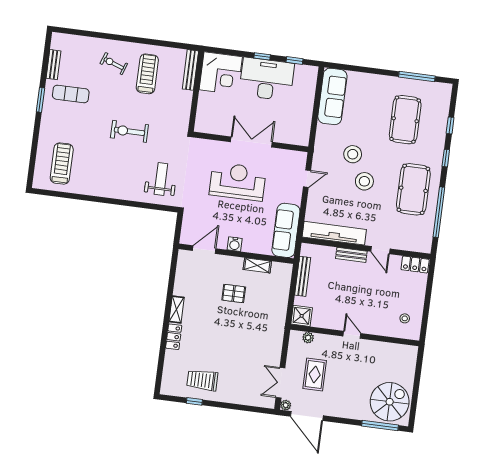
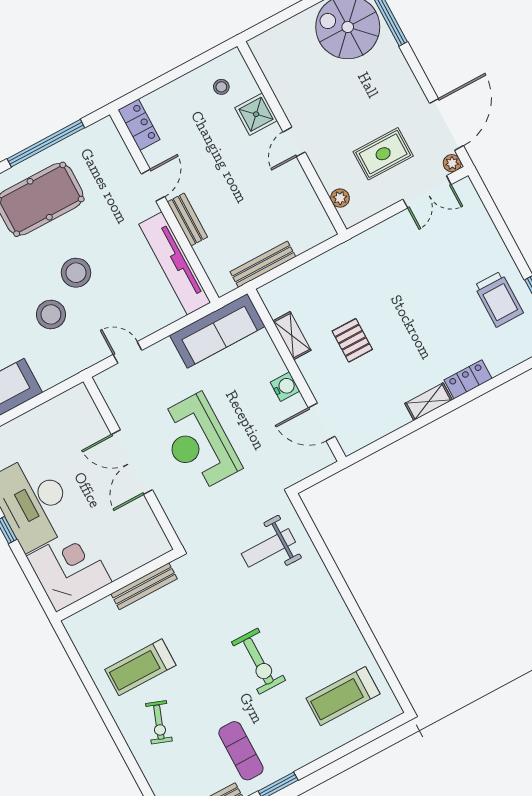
bench: (190, 70) -> (144, 586), moved
exercise bike: (129, 131) -> (258, 661), moved
shower: (302, 316) -> (256, 114), moved

